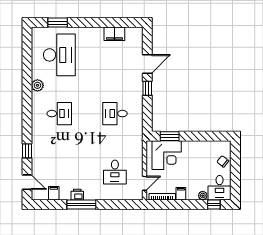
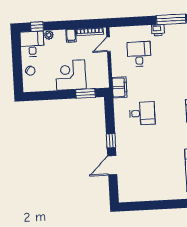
filing cabinet: (114, 34) -> (119, 87), moved, turned 90
corner desk: (167, 155) -> (71, 75), moved
printer: (77, 195) -> (158, 30), moved

